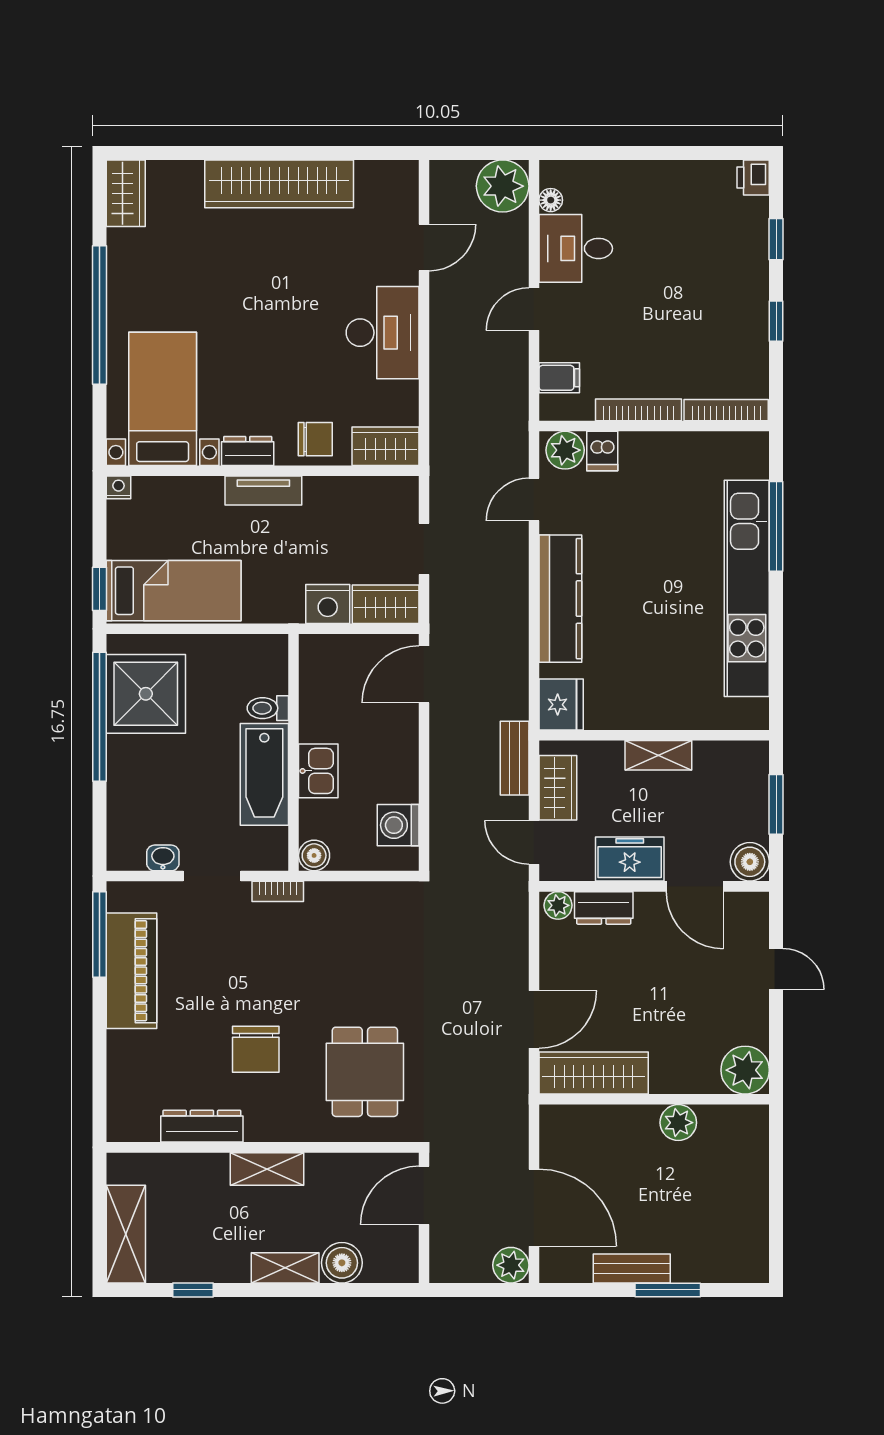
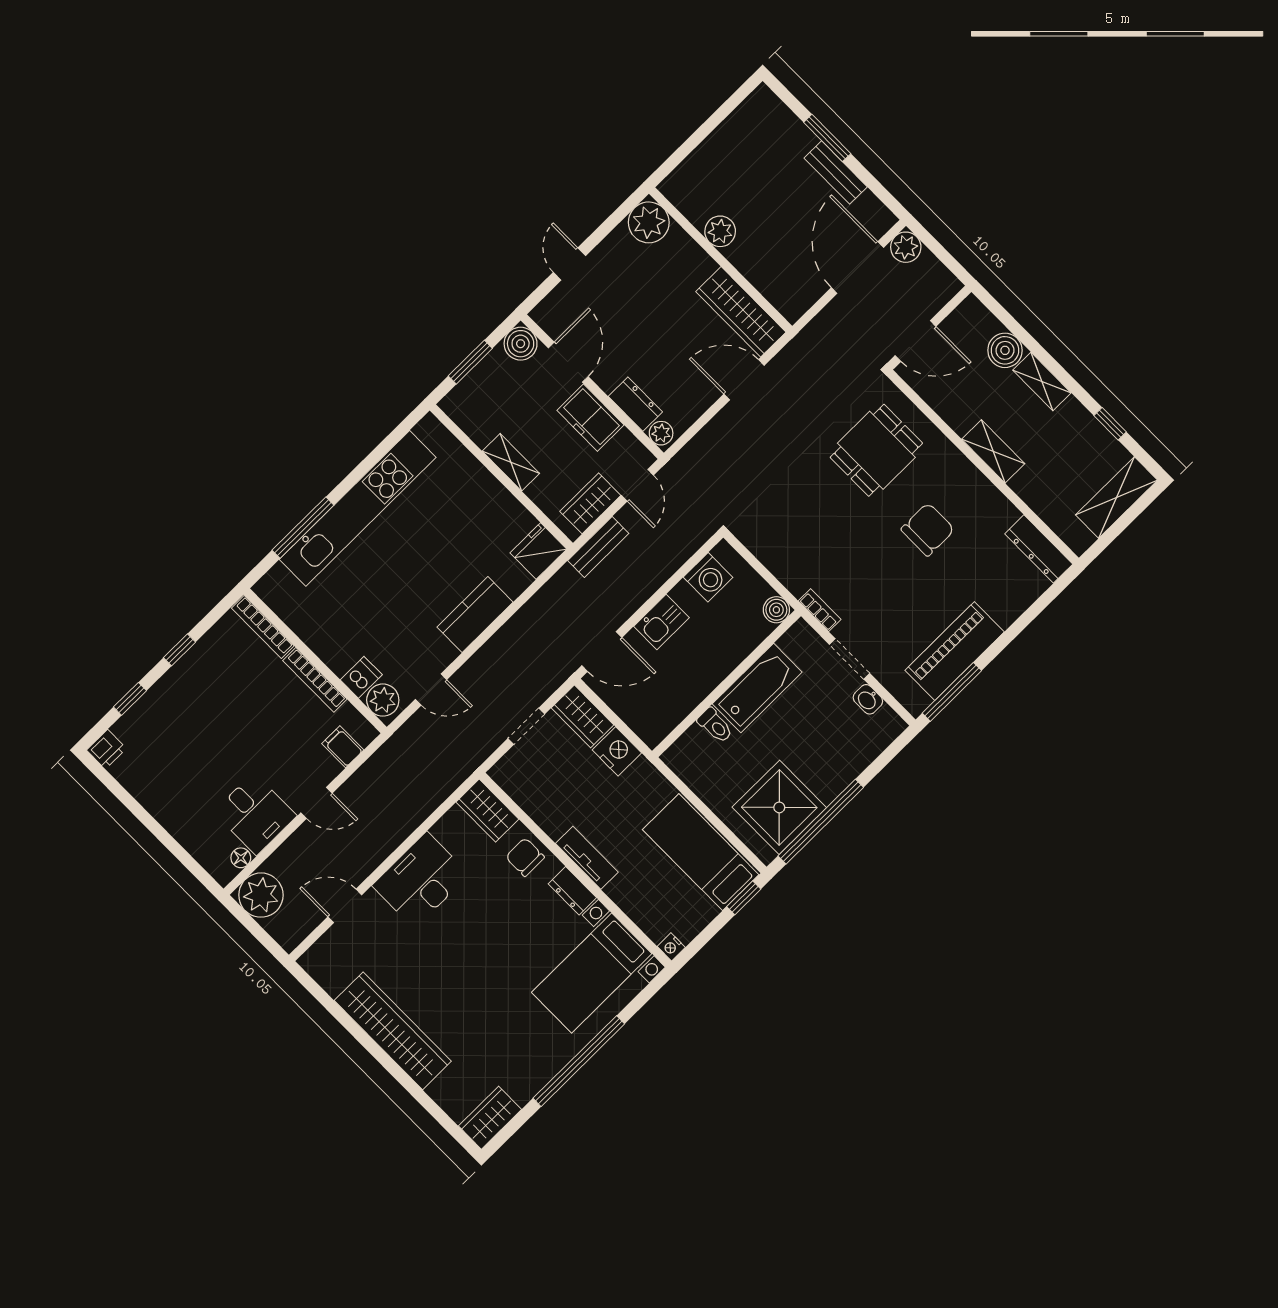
kitchen counter: (560, 599) -> (475, 615), width x0.67
kitchen sink: (318, 771) -> (661, 622), moved, turned 180
dresser: (202, 1126) -> (1039, 549), moved

